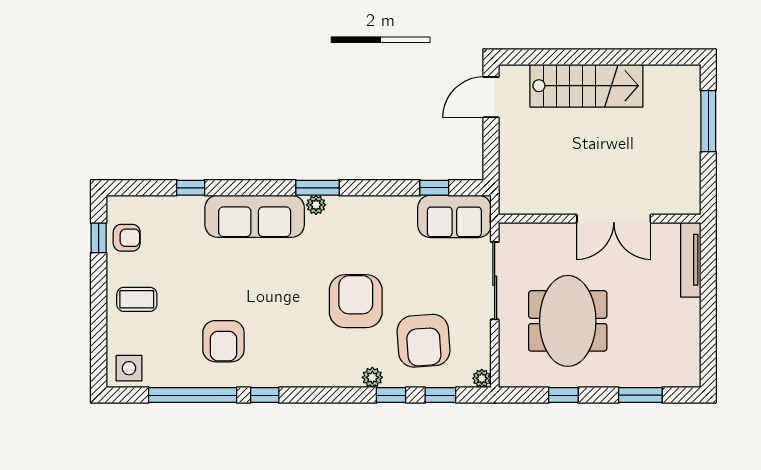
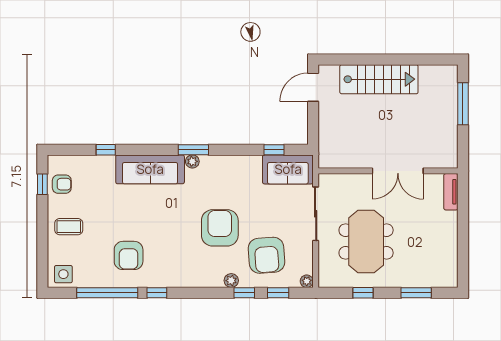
tv unit: (691, 260) -> (451, 192), width x0.71

